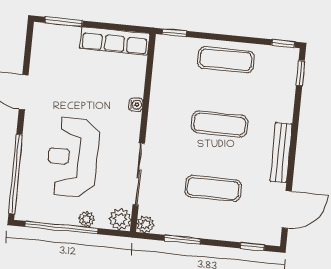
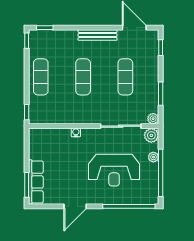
row of seats: (115, 41) -> (36, 182), moved

